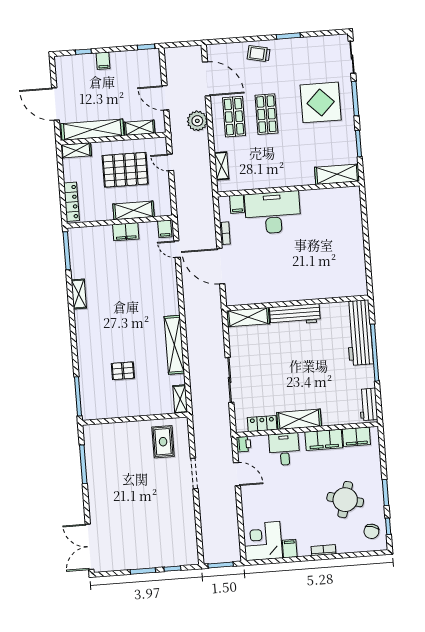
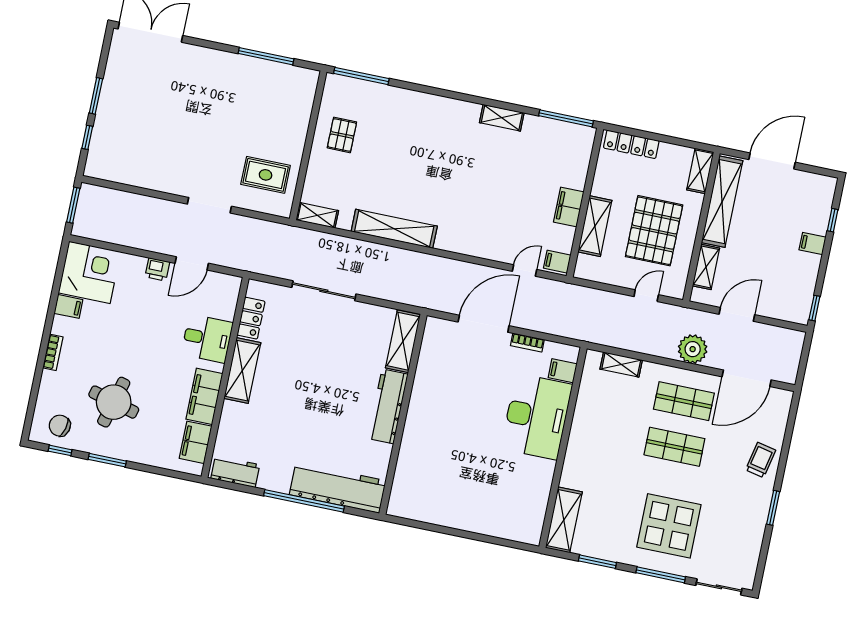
pallet: (123, 371) -> (342, 135), moved
printer: (244, 444) -> (157, 269), moved

